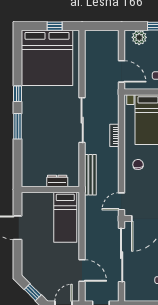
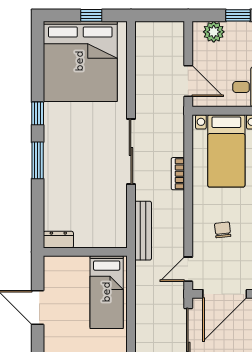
chair: (138, 164) -> (223, 230), moved
dresser: (57, 181) -> (58, 240), moved

